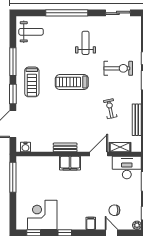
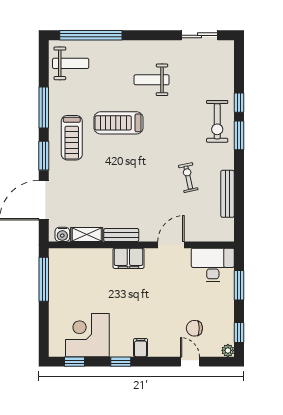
window: (67, 13) -> (91, 35), moved
weight bench: (86, 43) -> (152, 80), turned -90
exercise bike: (118, 68) -> (217, 121), moved, turned 90
treadmill: (72, 82) -> (119, 123), moved
shelving: (120, 147) -> (87, 234), moved
filing cabinet: (91, 223) -> (141, 348), moved

